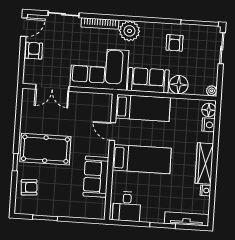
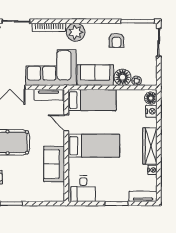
plant: (212, 91) -> (137, 81), moved
tv unit: (95, 99) -> (49, 95), added
tv unit: (187, 219) -> (143, 196), width x0.71

